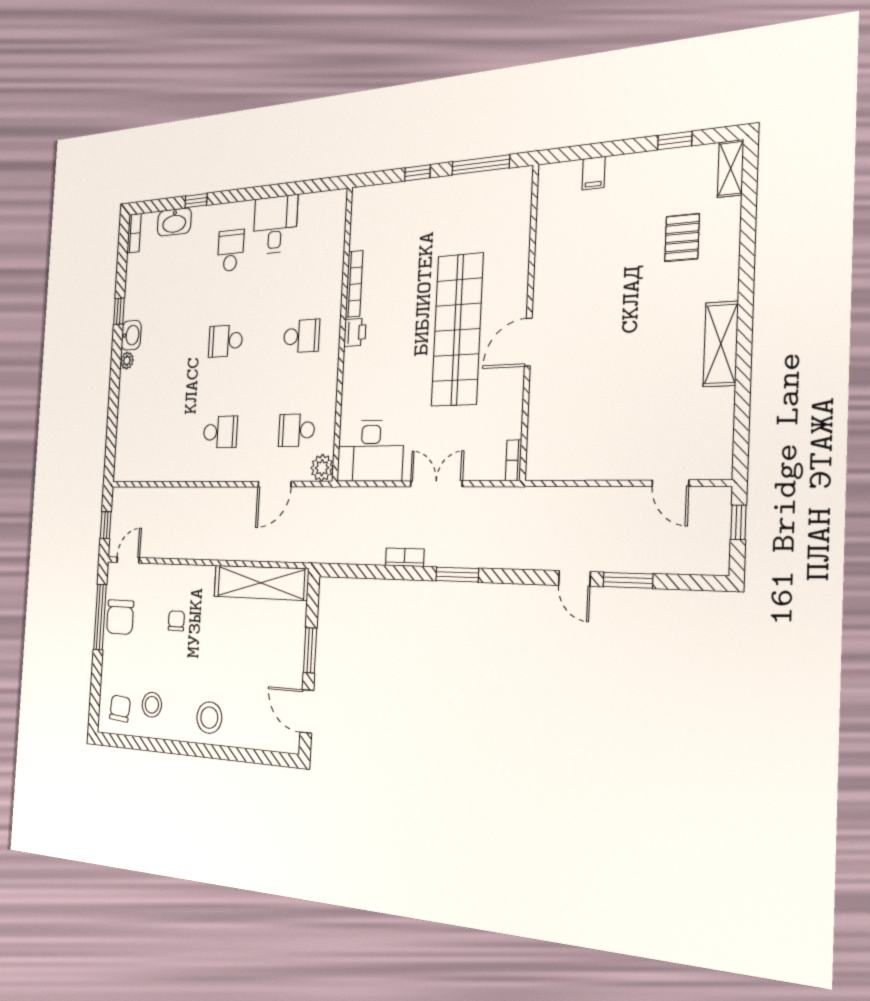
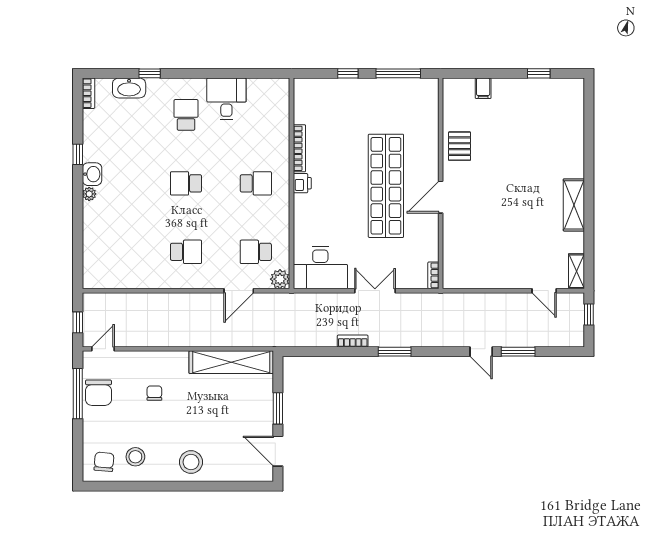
shelving: (731, 168) -> (576, 271), moved
pallet: (682, 238) -> (459, 146), moved

